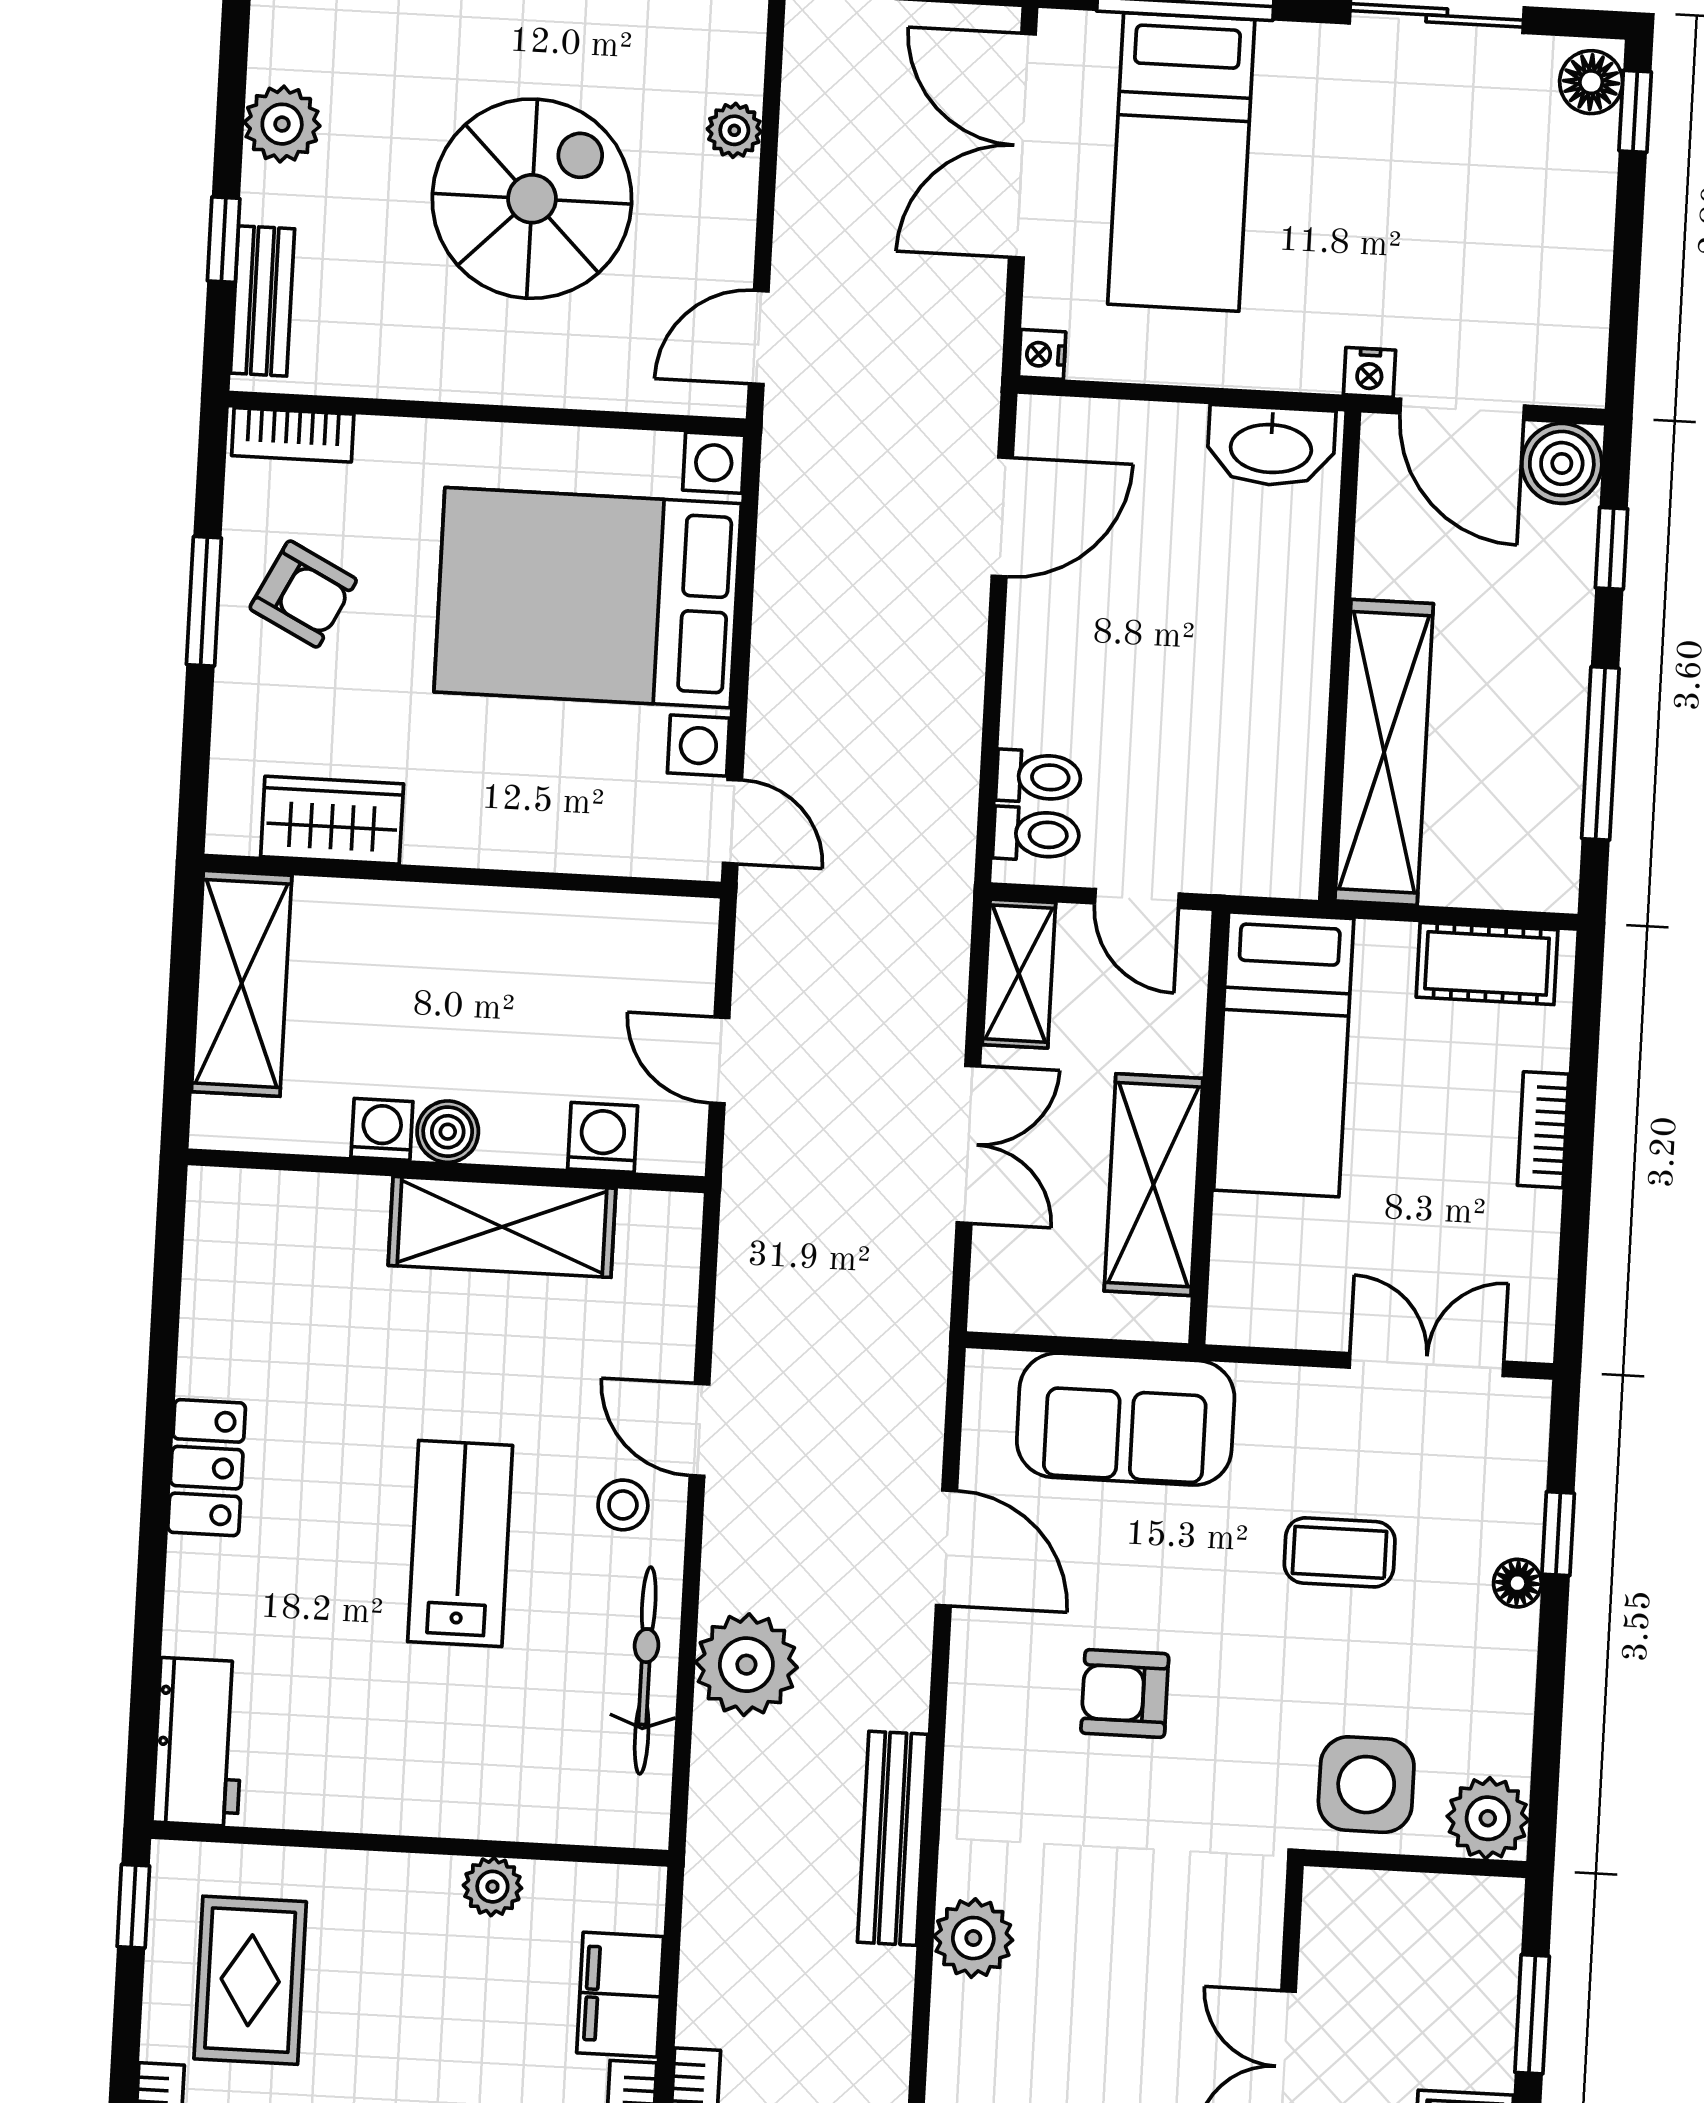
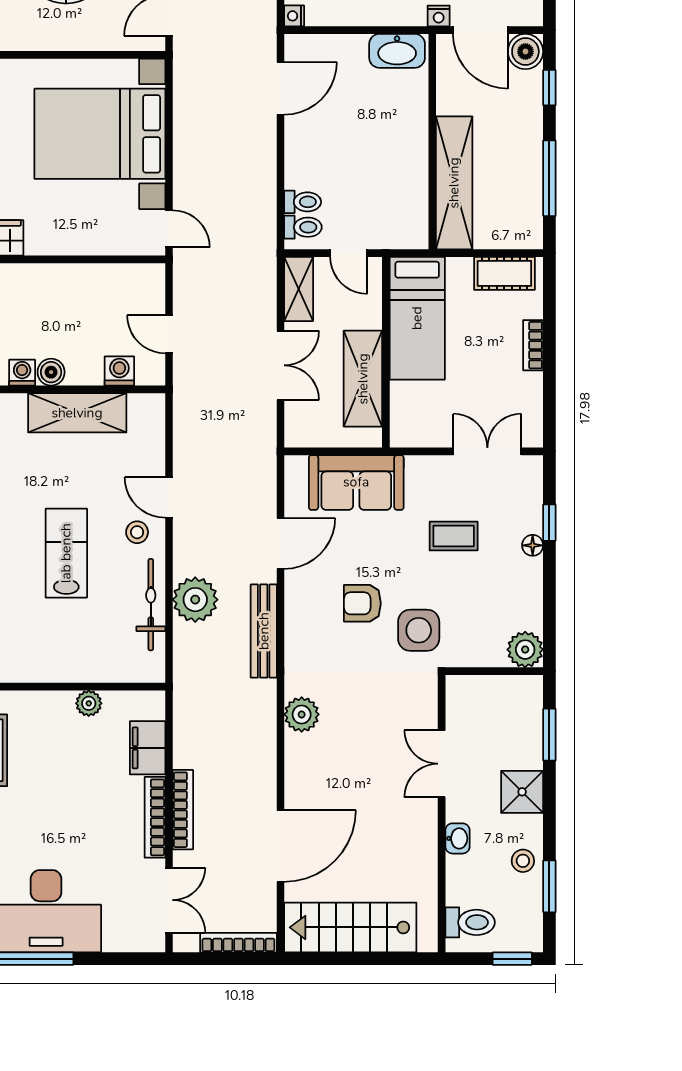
door: (946, 1548) -> (280, 544), hinge flipped
side table: (1366, 1785) -> (419, 630), moved
bench: (893, 1838) -> (264, 631), moved

